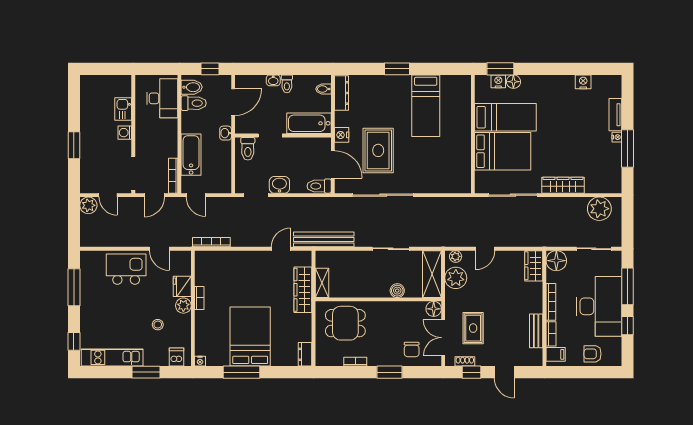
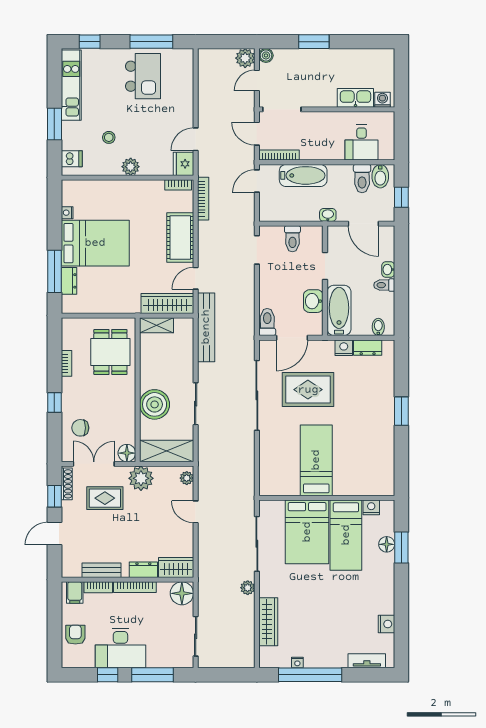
window: (500, 69) -> (401, 547), moved
nightstand: (498, 81) -> (371, 507), moved, turned -90
dresser: (341, 93) -> (368, 348), width x0.70
desk: (162, 98) -> (361, 143), width x0.73
bed: (426, 106) -> (316, 460), moved, turned 90
kitchen sink: (123, 109) -> (355, 98), width x1.38
tv unit: (615, 115) -> (367, 661), moved
washing machine: (125, 133) -> (382, 100), moved
nightstand: (342, 135) -> (344, 348), moved
nightstand: (617, 137) -> (297, 663), moved
toilet: (248, 149) -> (292, 239), moved, turned -90
window: (628, 149) -> (310, 675), width x1.46
washbasin: (279, 185) -> (313, 301), moved, turned 180
wardrobe: (563, 185) -> (268, 622), moved
boiler: (86, 187) -> (266, 55), added
plant: (599, 209) -> (248, 588), moved, width x0.53, depth x0.53
door: (281, 249) -> (196, 278), swing flipped
cot: (245, 262) -> (180, 238), added
kitchen island: (126, 269) -> (143, 76), moved
plant: (456, 278) -> (141, 478), moved
fridge: (182, 286) -> (183, 164), moved, turned -90
wardrobe: (303, 290) -> (167, 303), moved
boiler: (397, 291) -> (155, 404), width x1.86, depth x1.86
dresser: (536, 294) -> (143, 570), added
bookcase: (199, 298) -> (178, 185), moved
desk: (599, 306) -> (120, 648), width x0.73, depth x0.77
dresser: (305, 354) -> (69, 281), moved, turned 90
nightstand: (200, 361) -> (67, 213), moved
shoe rack: (465, 361) -> (67, 484), width x1.43
window: (242, 372) -> (54, 271), moved
window: (389, 372) -> (54, 402), width x0.67

